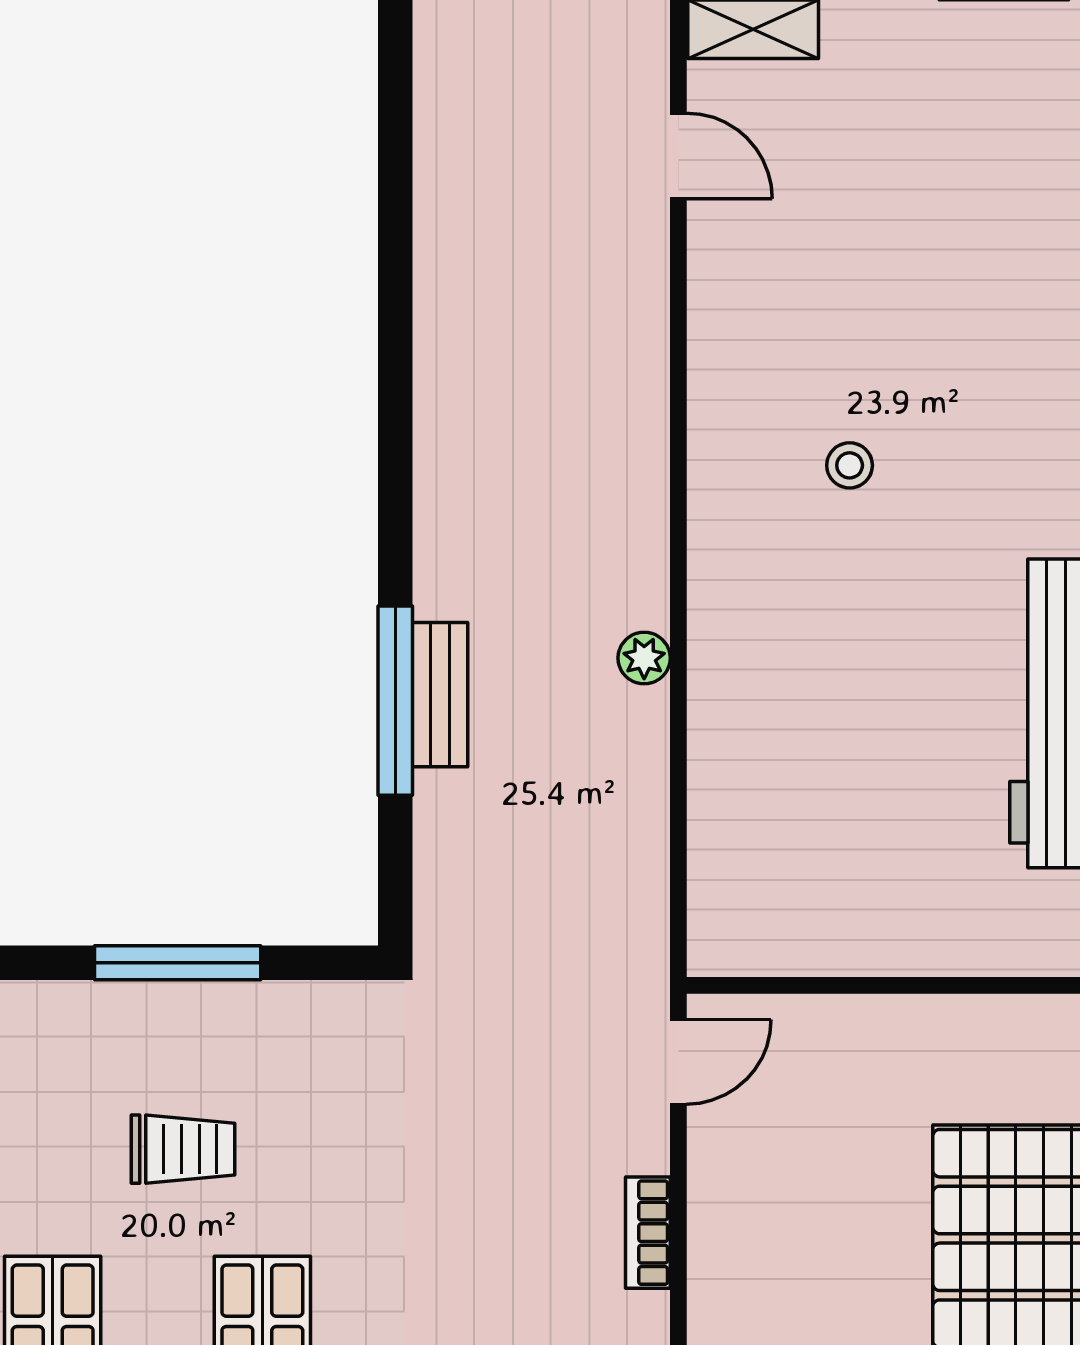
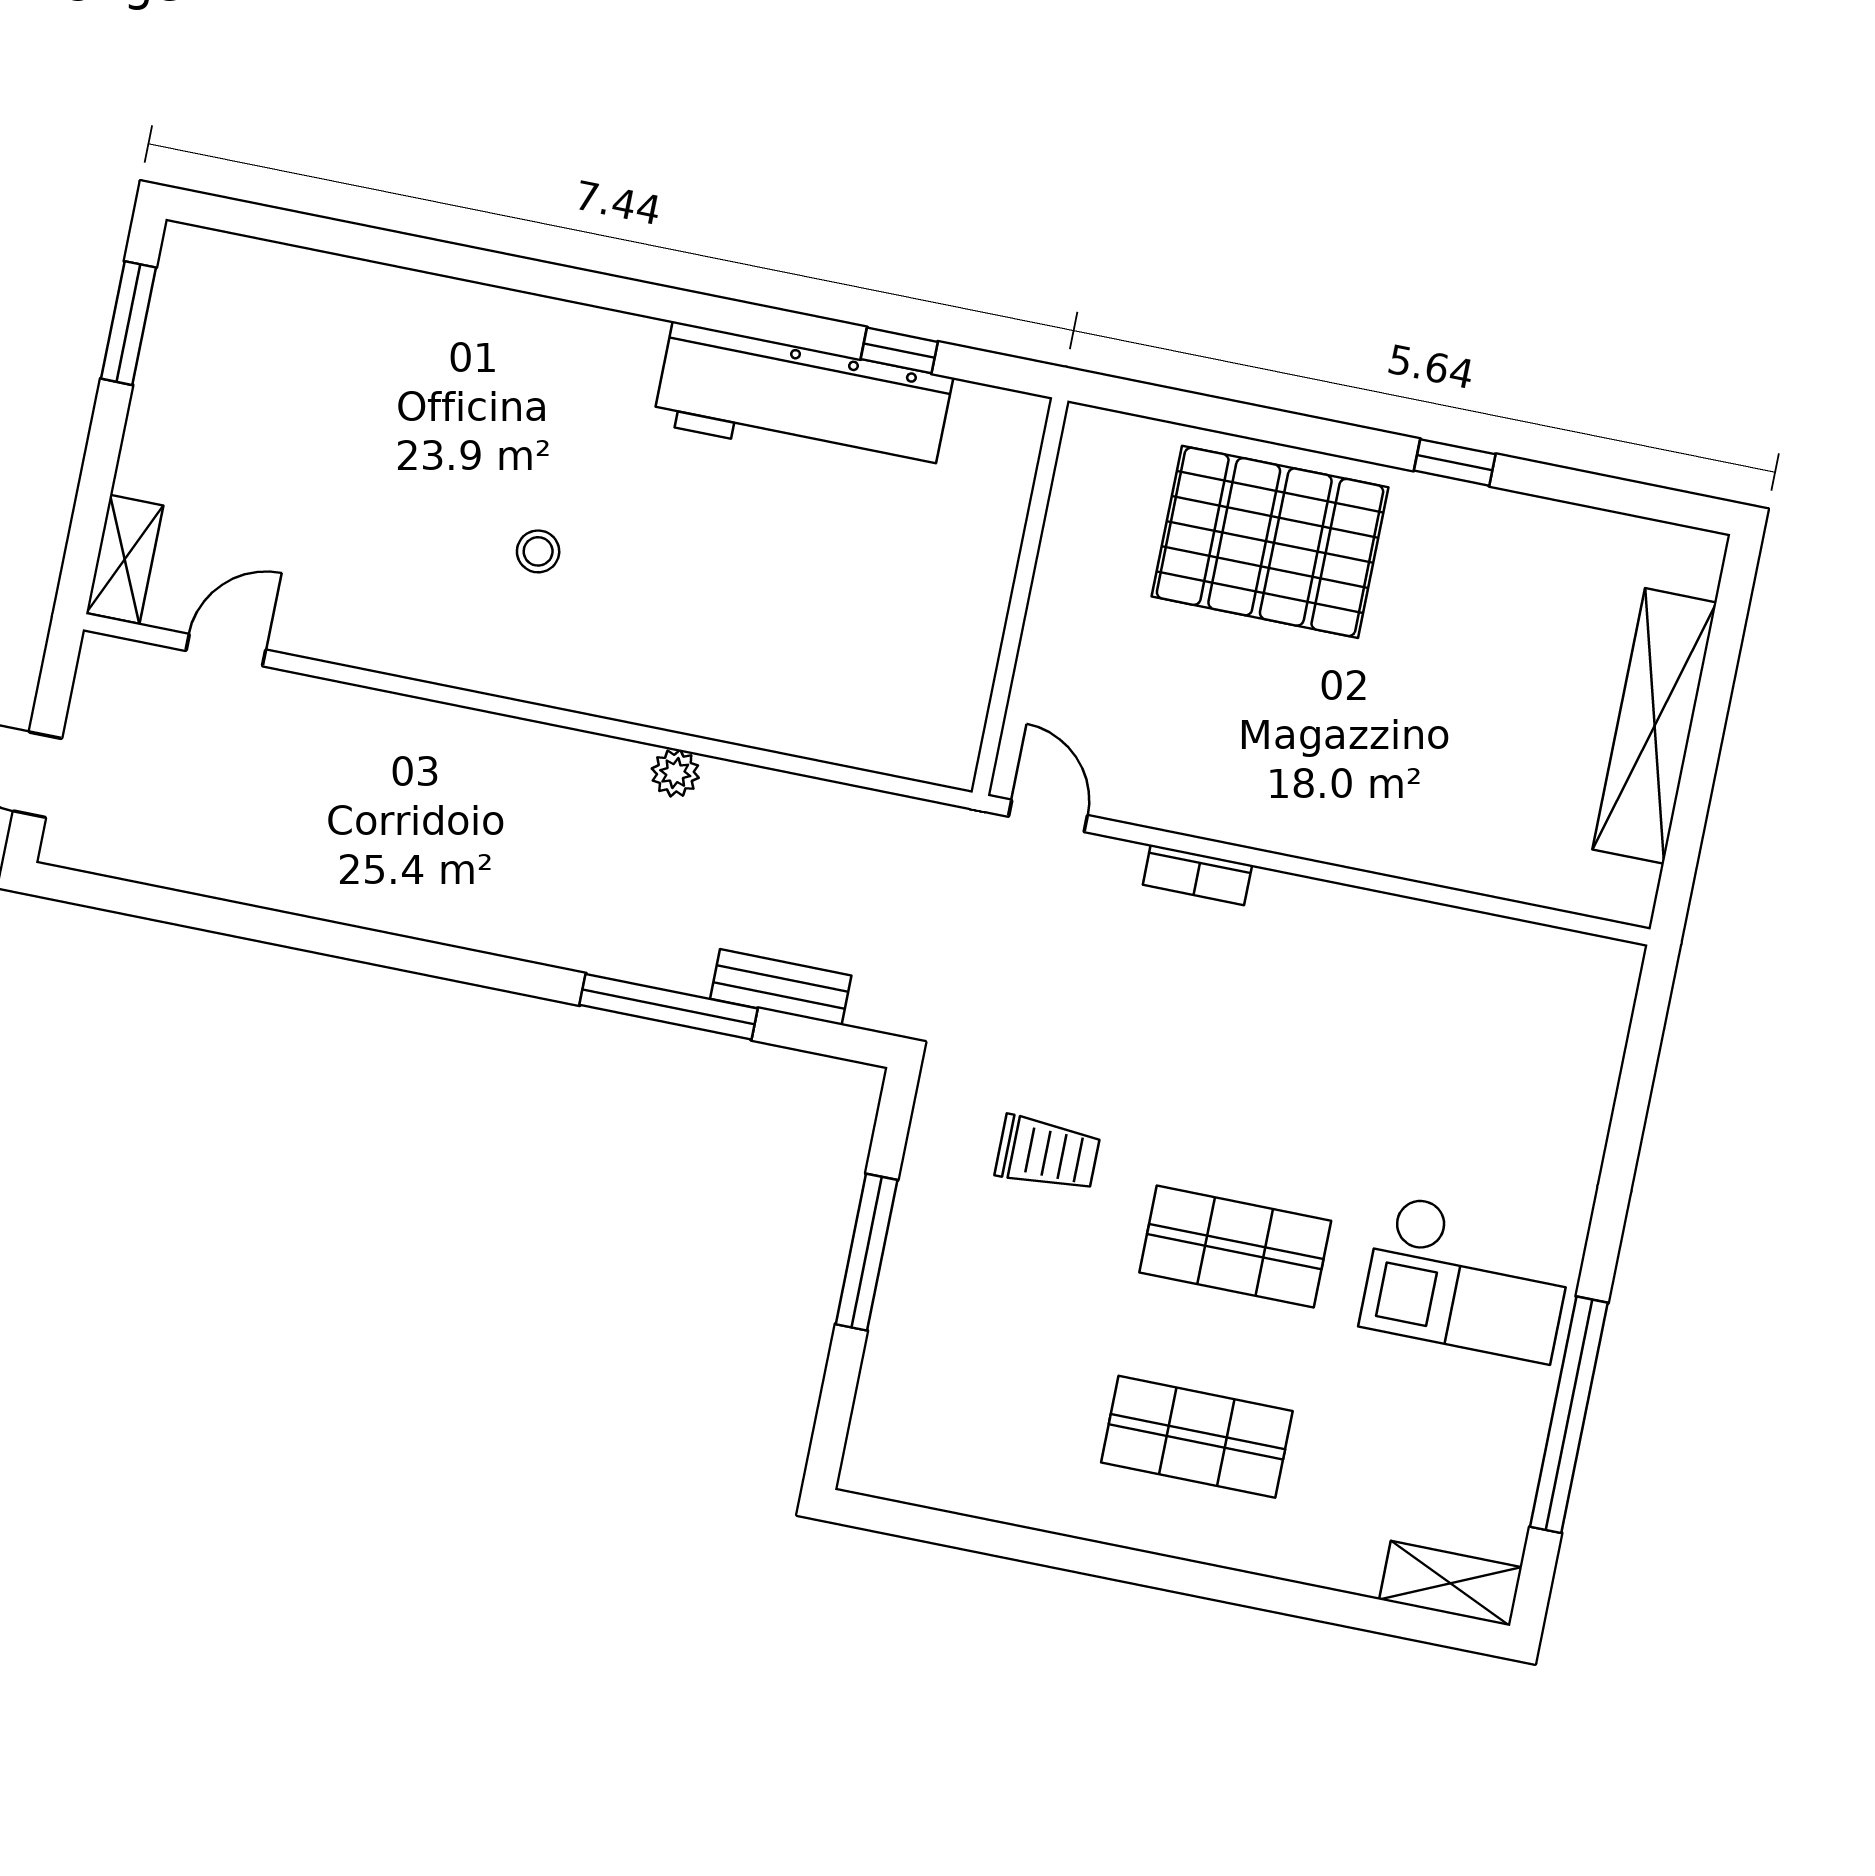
bench: (440, 695) -> (781, 987), moved
trolley: (183, 1149) -> (1048, 1154), moved, turned 90

